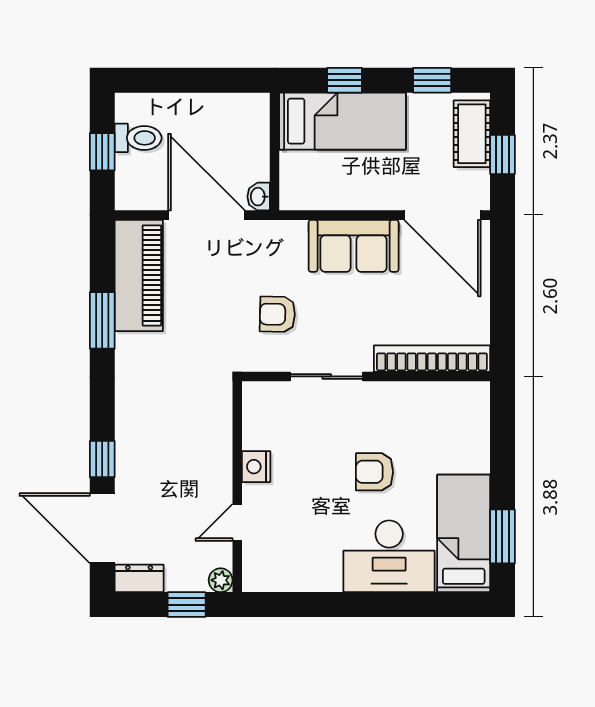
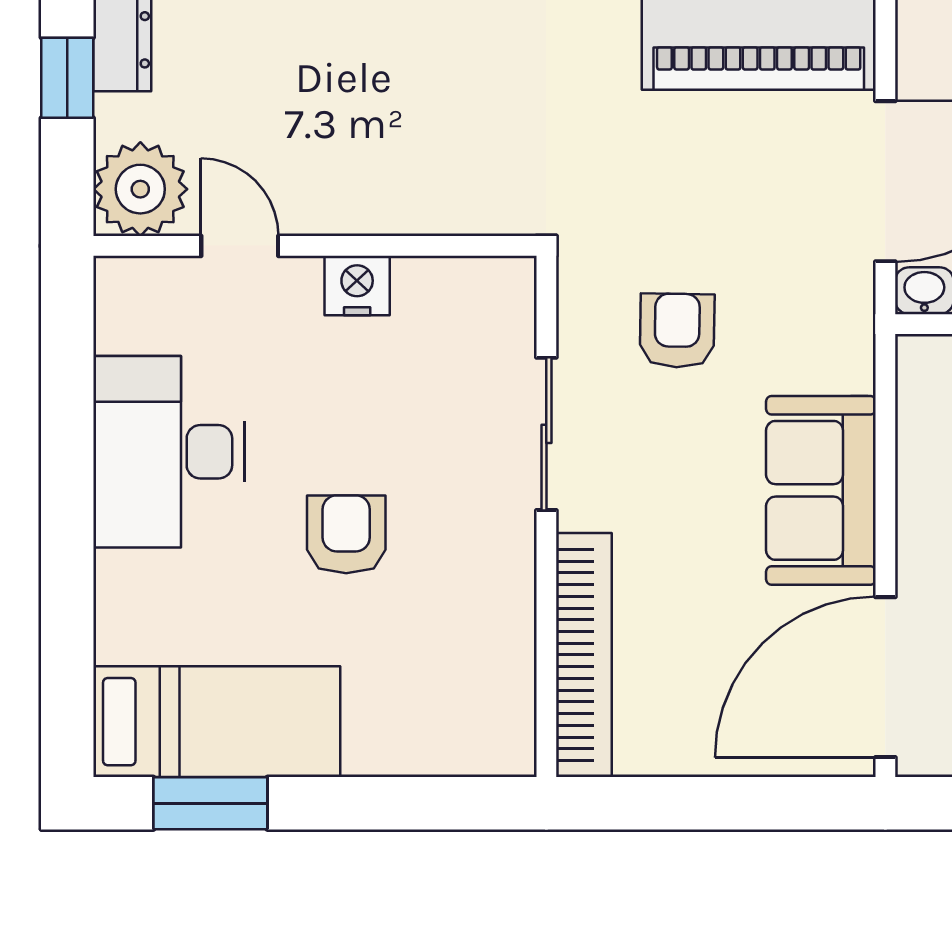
desk: (389, 556) -> (169, 452), moved
plant: (221, 580) -> (140, 189), width x1.88, depth x1.88
window: (187, 605) -> (67, 78), moved

